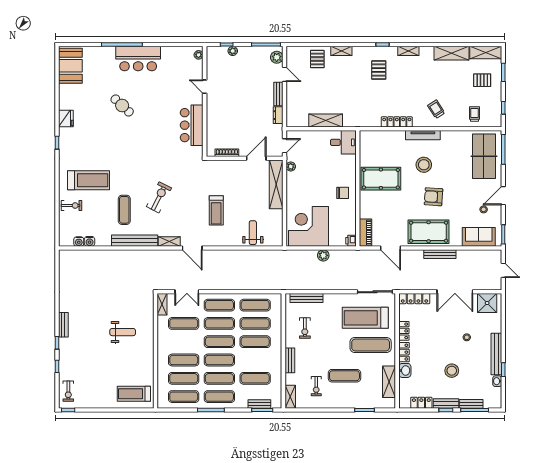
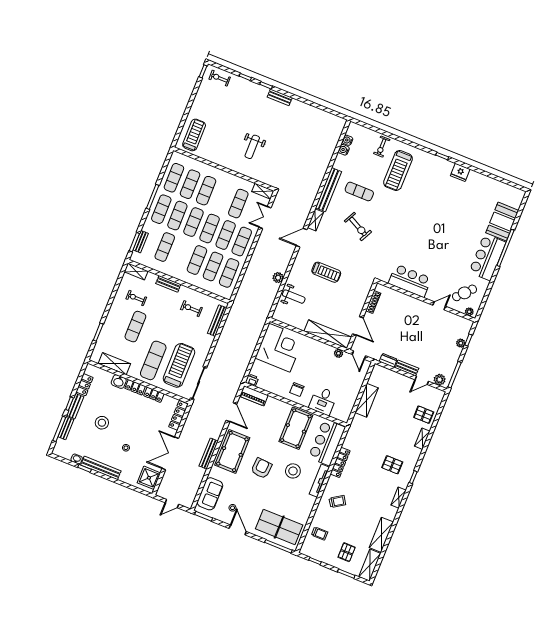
booth: (70, 66) -> (502, 222), moved, turned 90
cafe table: (122, 106) -> (465, 293), moved
desk: (343, 142) -> (323, 401), moved
bar counter: (383, 143) -> (327, 442), added
treadmill: (216, 210) -> (326, 272), turned 180
door: (390, 248) -> (231, 412), swing flipped
plant: (323, 255) -> (278, 278), moved

